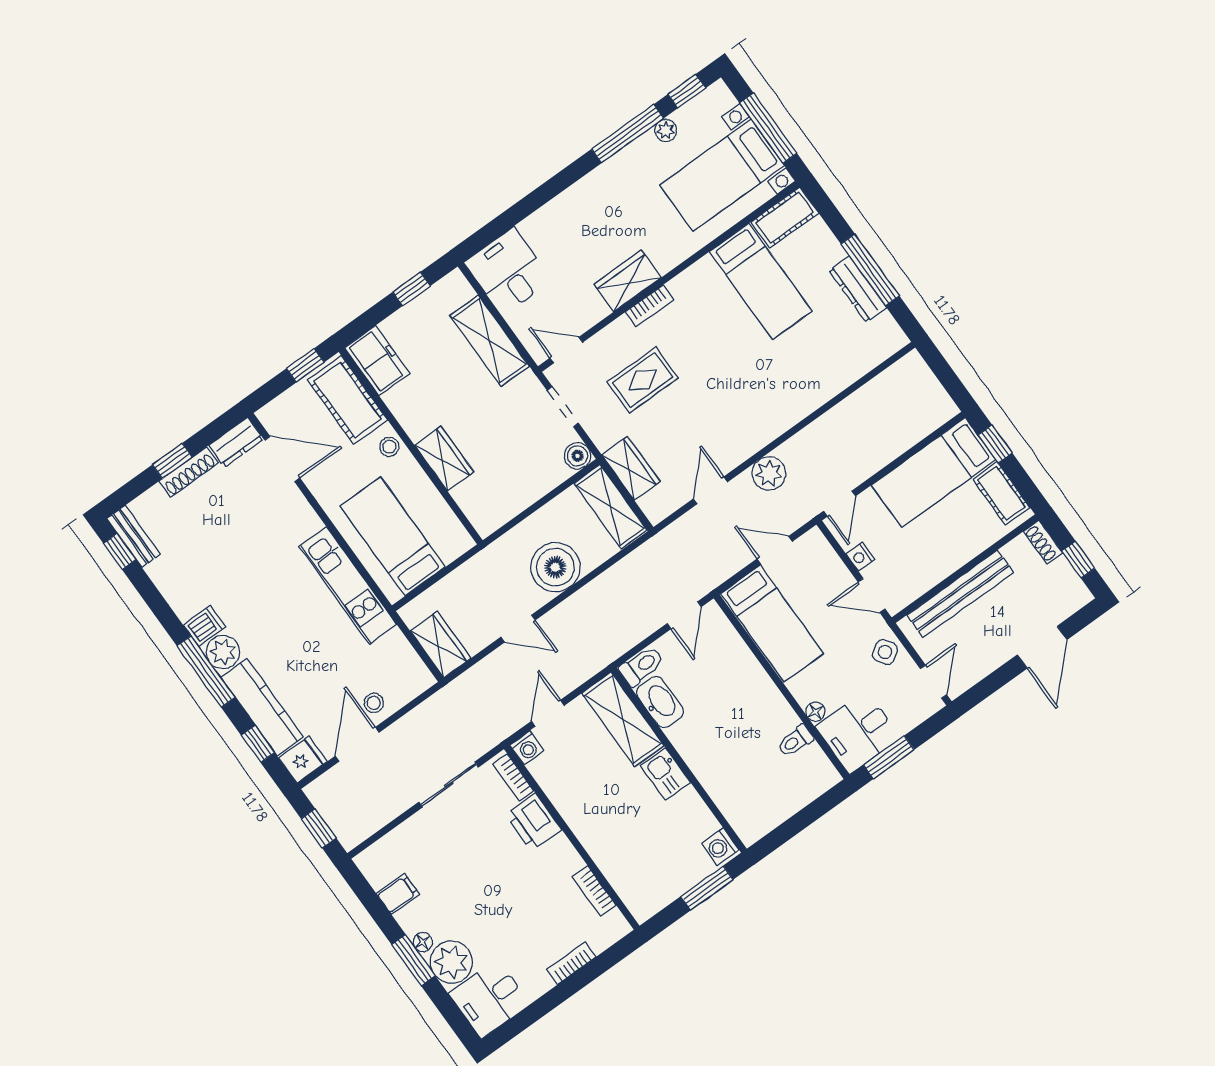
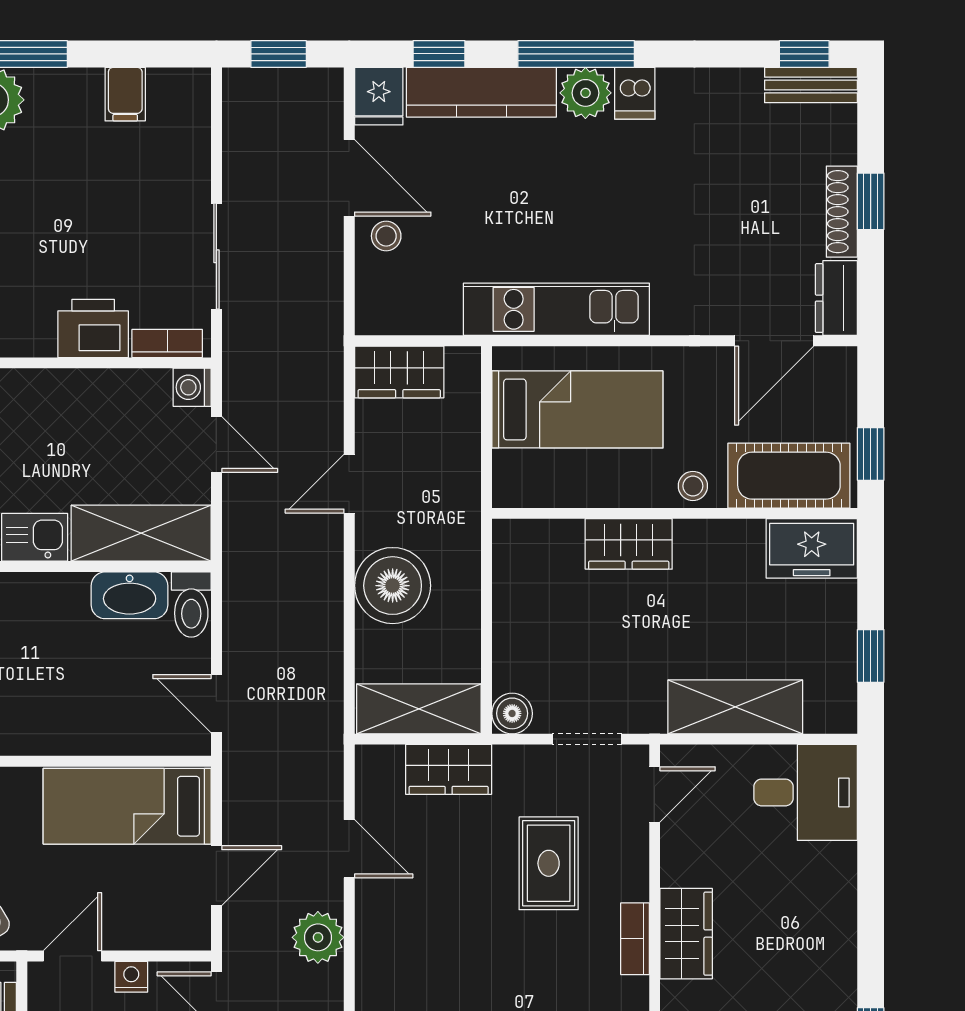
floor lamp: (423, 942) -> (42, 82), removed

